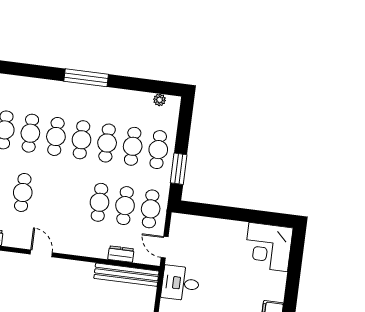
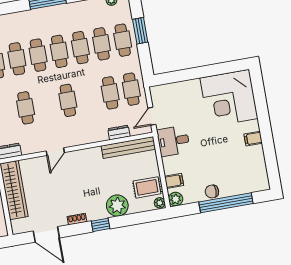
window: (179, 169) -> (140, 31), moved
cafe table: (99, 202) -> (68, 100), moved
door: (165, 247) -> (152, 116), hinge flipped
corner desk: (268, 247) -> (229, 98), width x1.36, depth x1.36
door: (41, 253) -> (55, 152), swing flipped

